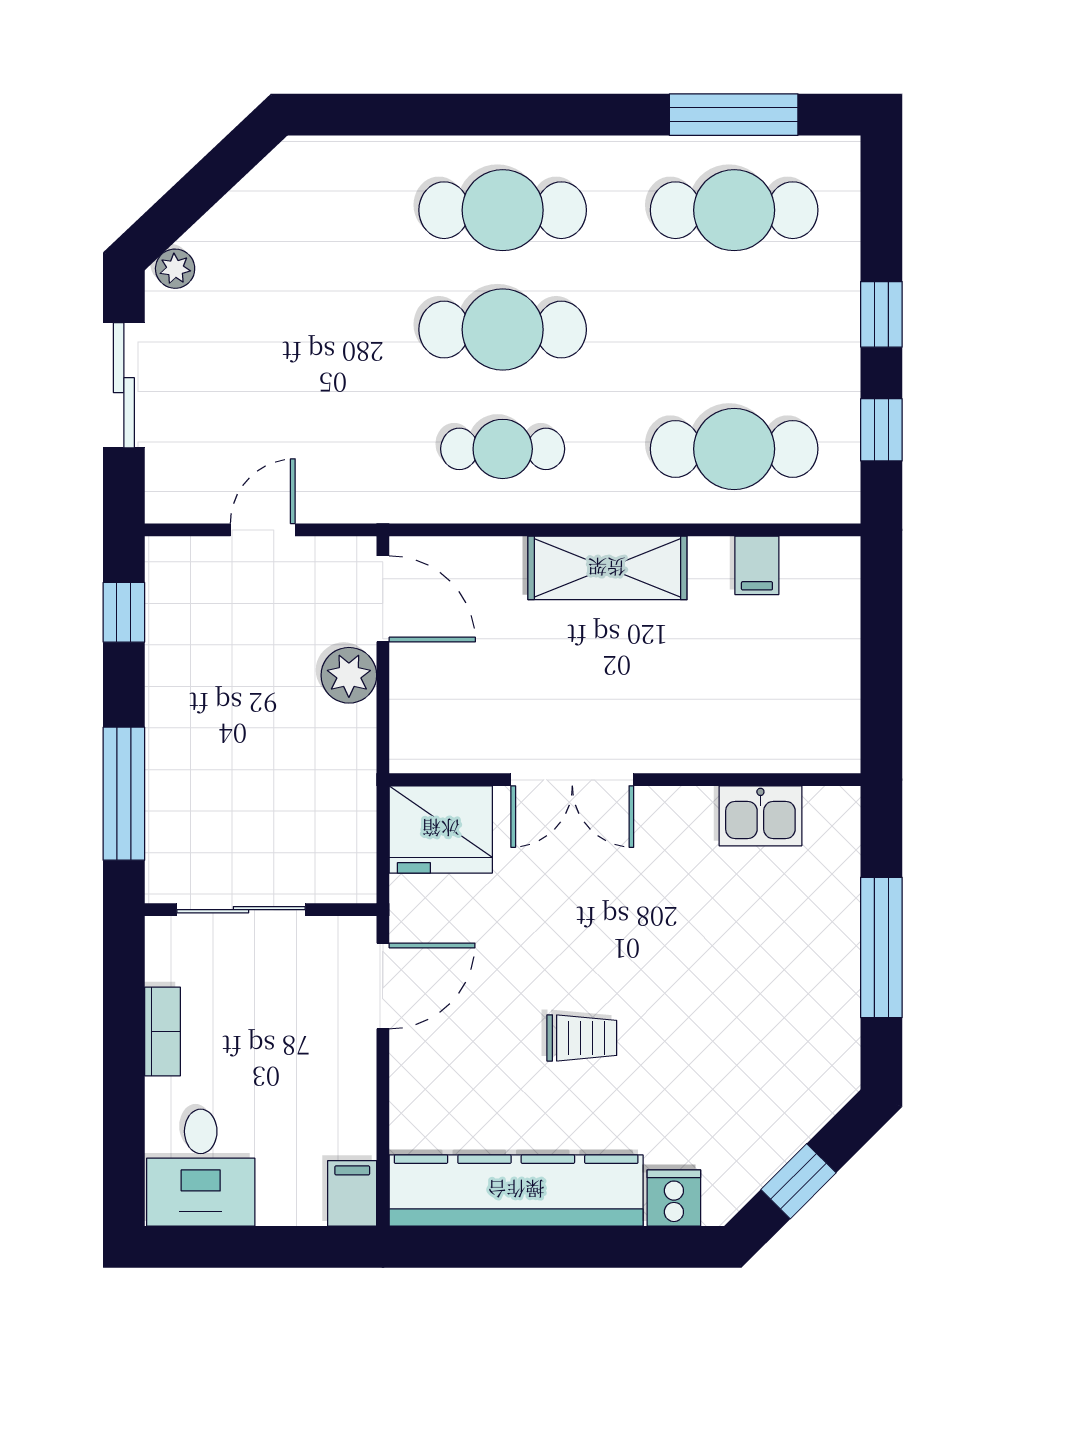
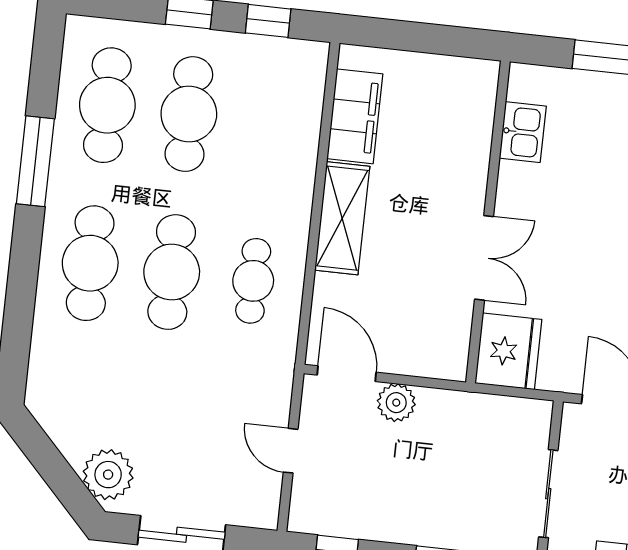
window: (734, 115) -> (35, 161), moved
plant: (175, 269) -> (108, 475), width x1.88, depth x1.88
cafe table: (734, 449) -> (189, 114), moved
filing cabinet: (757, 565) -> (355, 116), width x3.00, depth x1.17
door: (383, 599) -> (347, 374), hinge flipped

